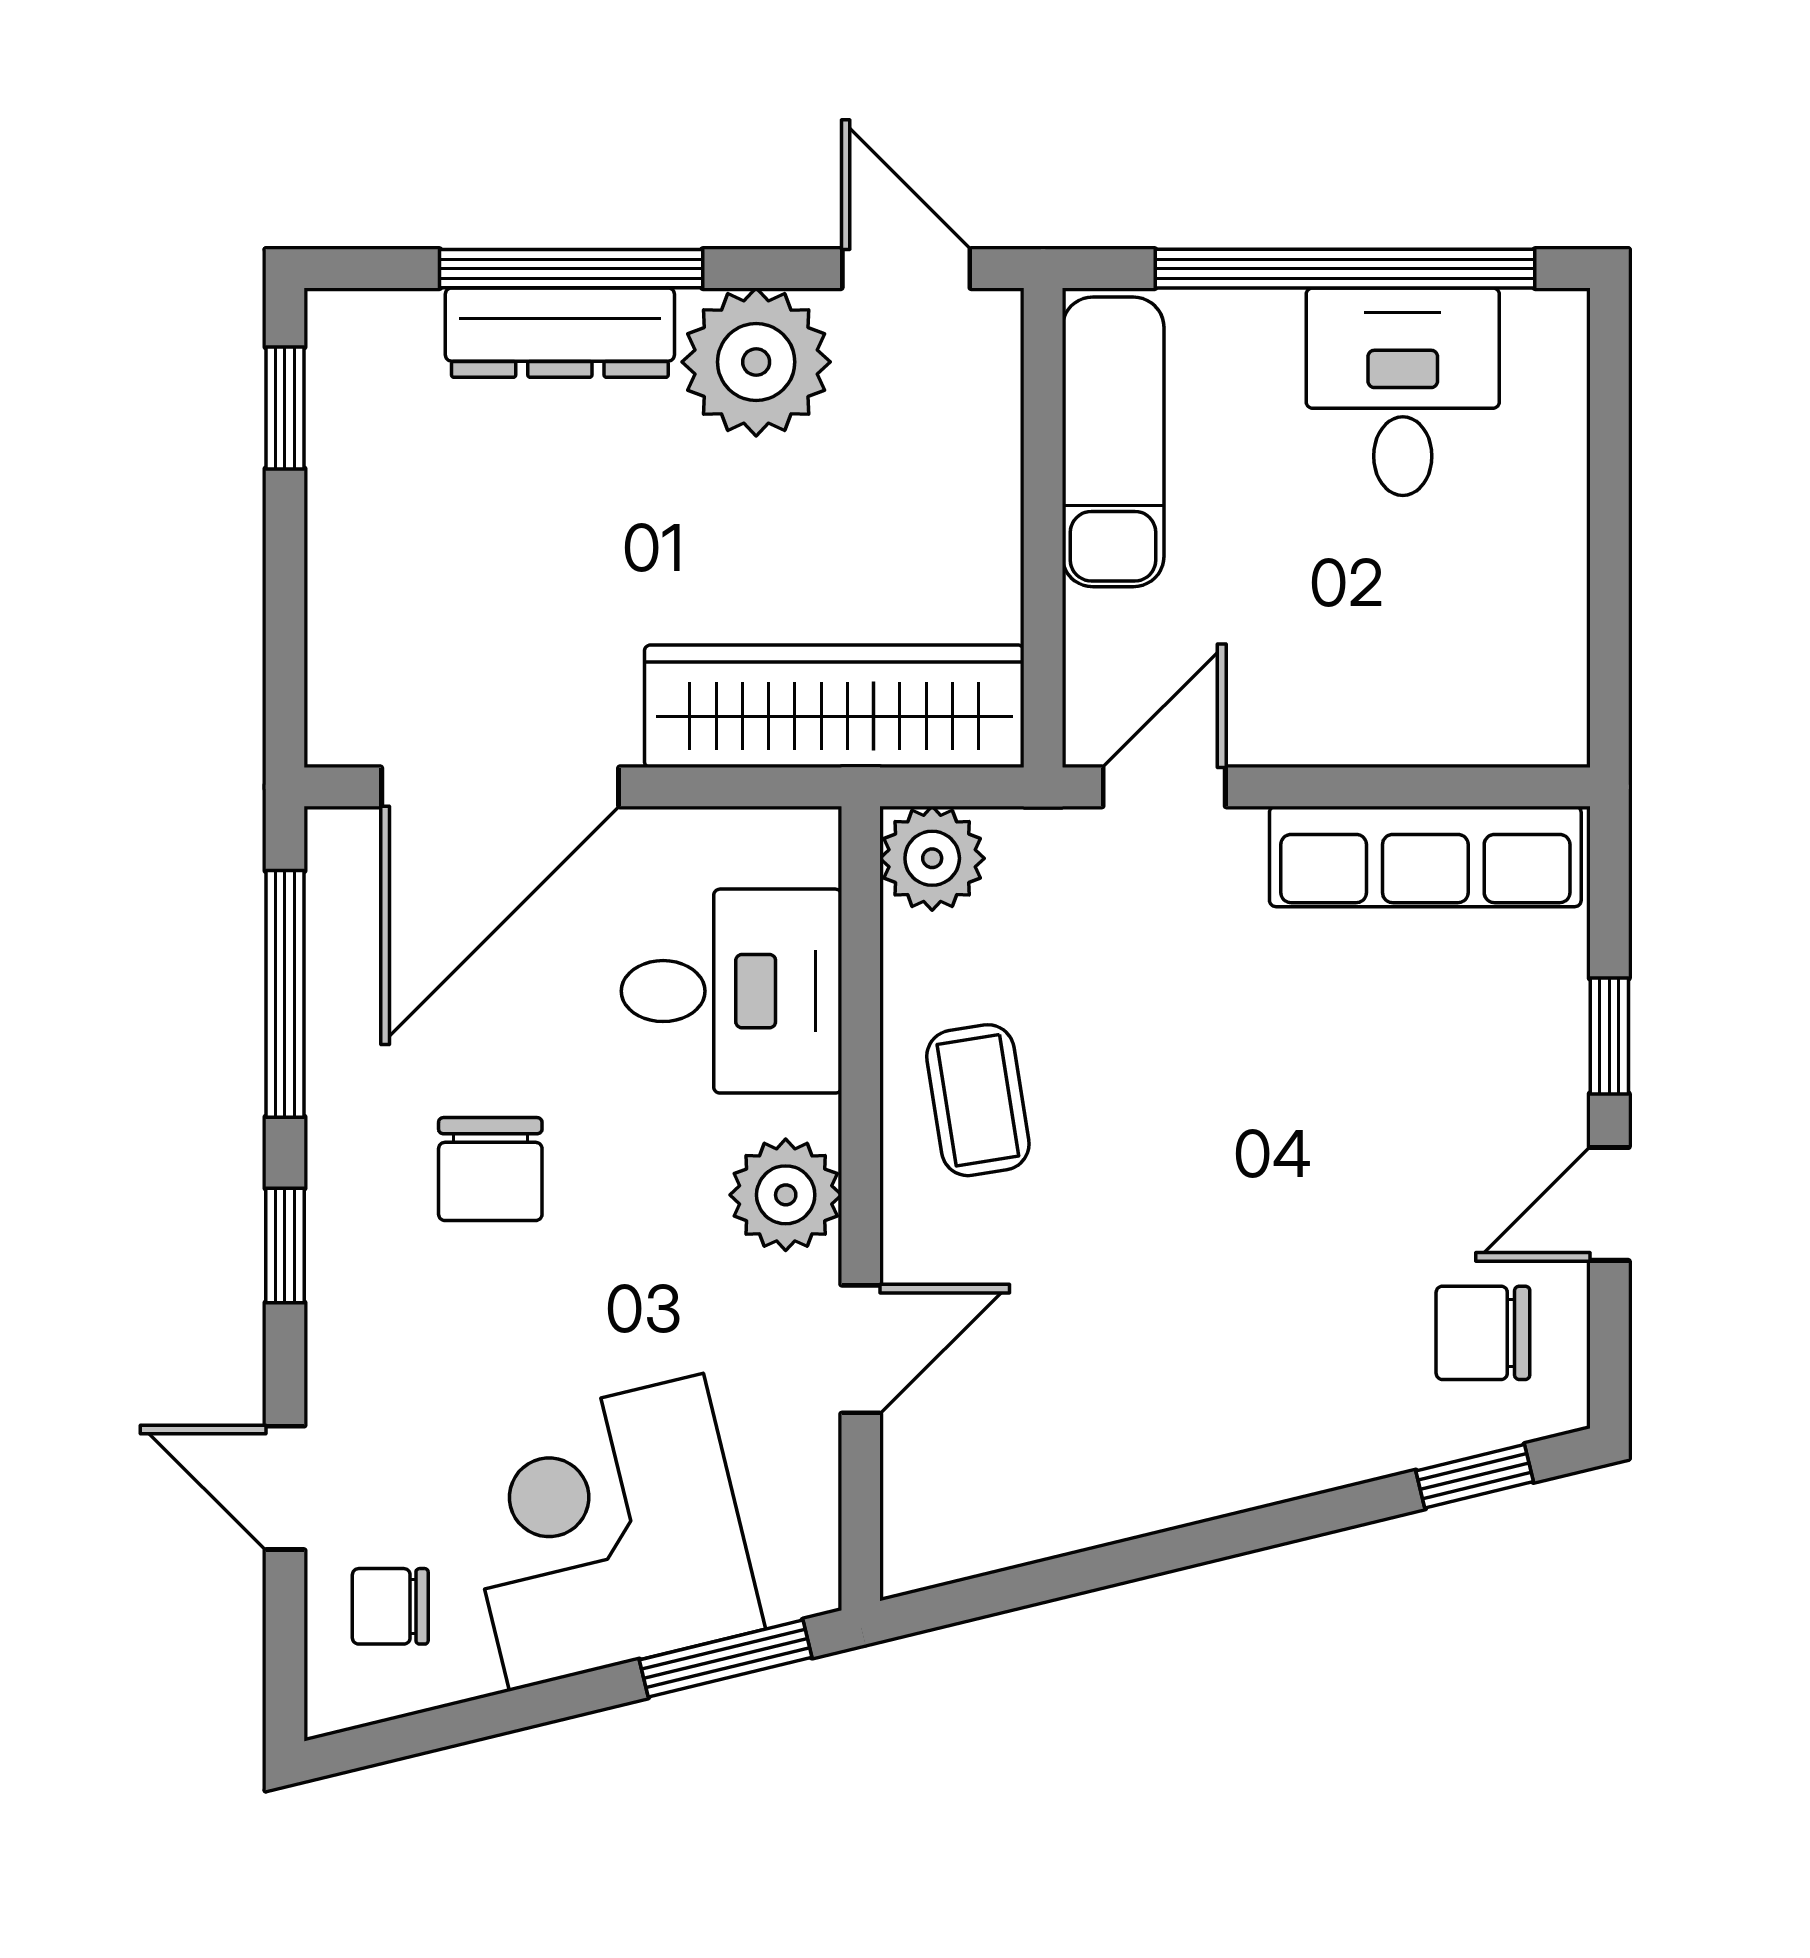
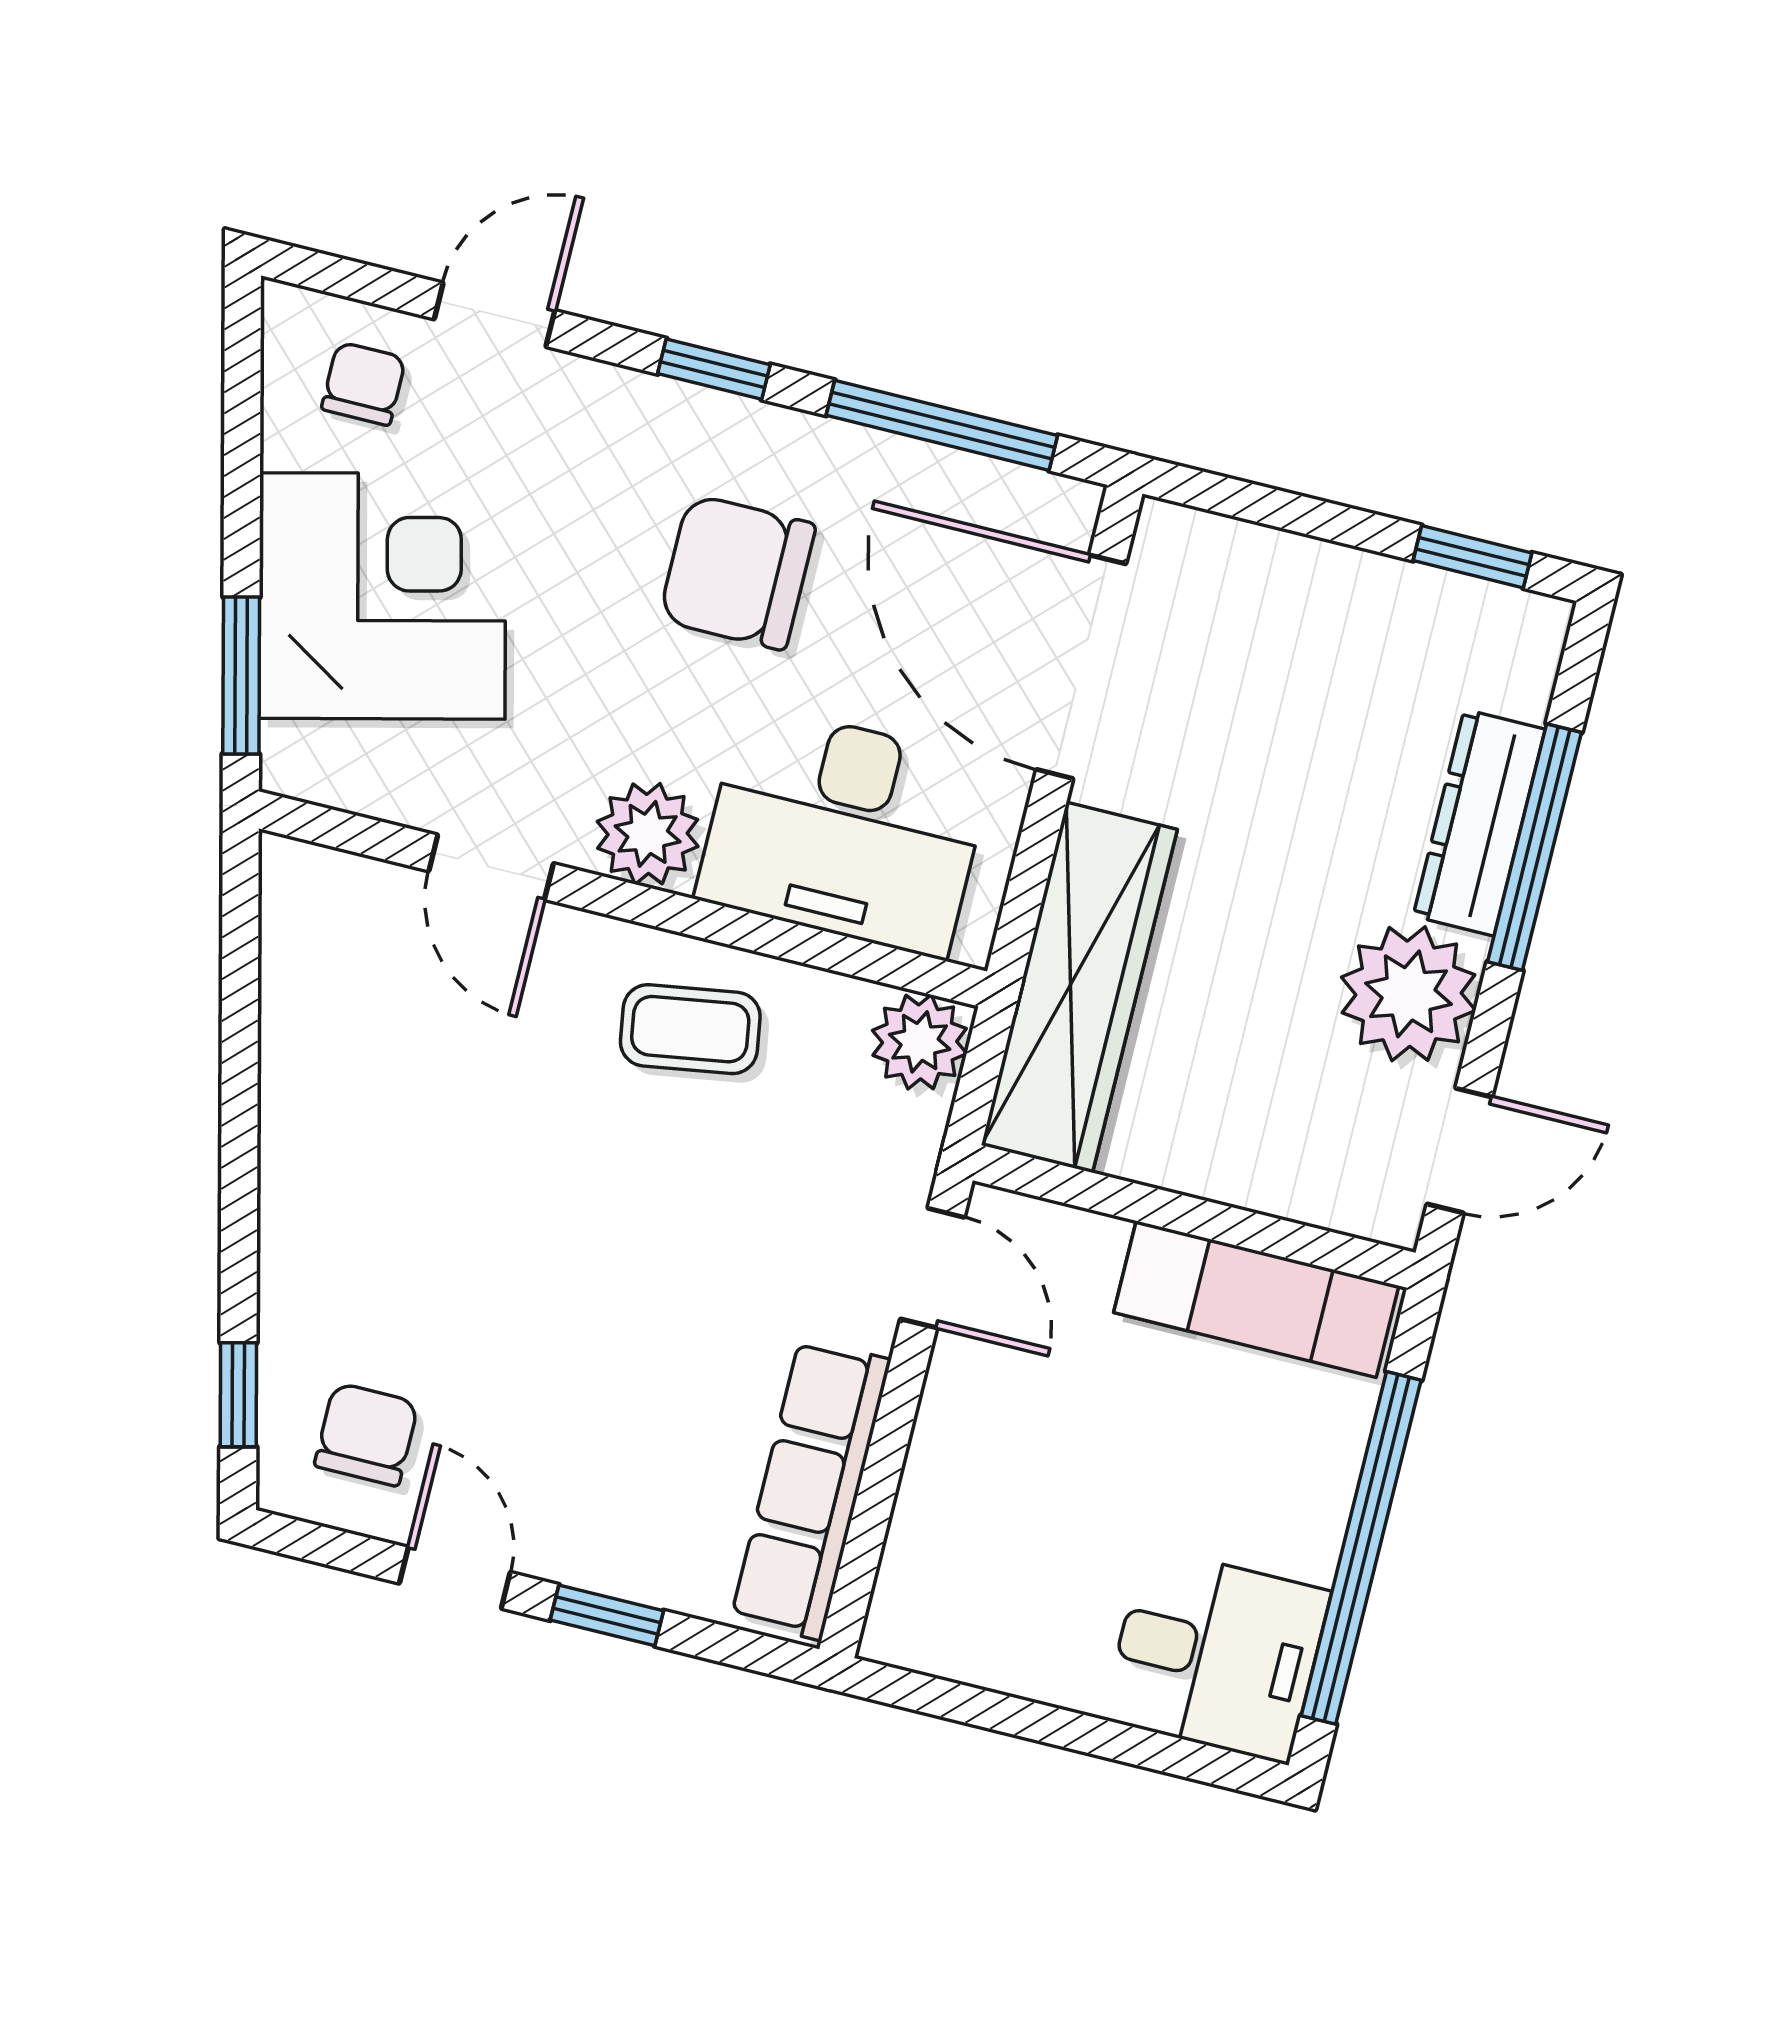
desk: (1403, 392) -> (1216, 1655), moved
desk: (731, 991) -> (844, 830), width x1.37
chair: (490, 1169) -> (737, 572), width x1.37, depth x1.37

